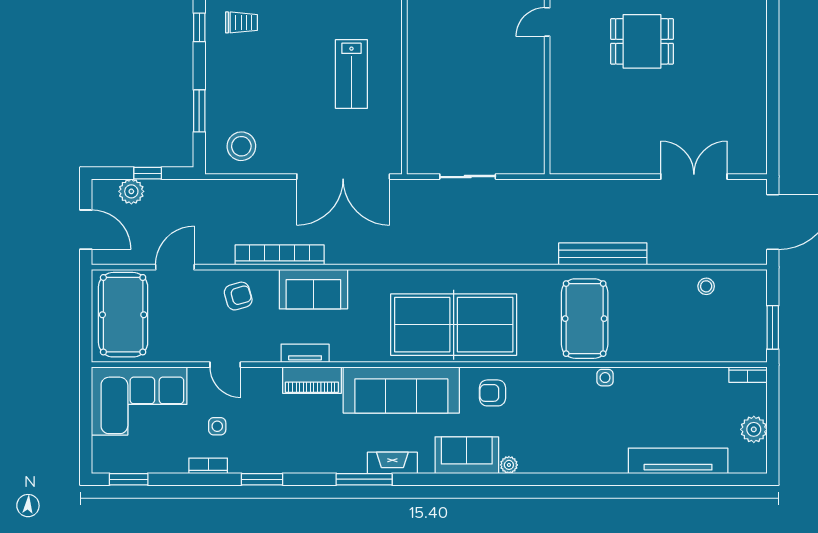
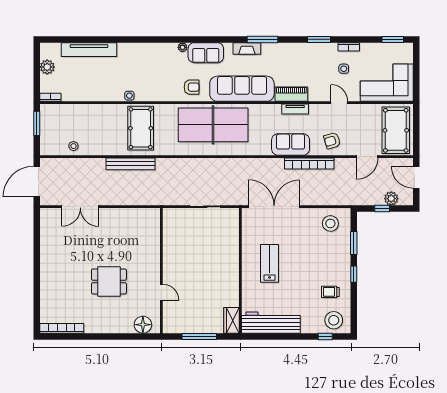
door: (547, 22) -> (161, 292), hinge flipped
window: (199, 27) -> (354, 274), moved

